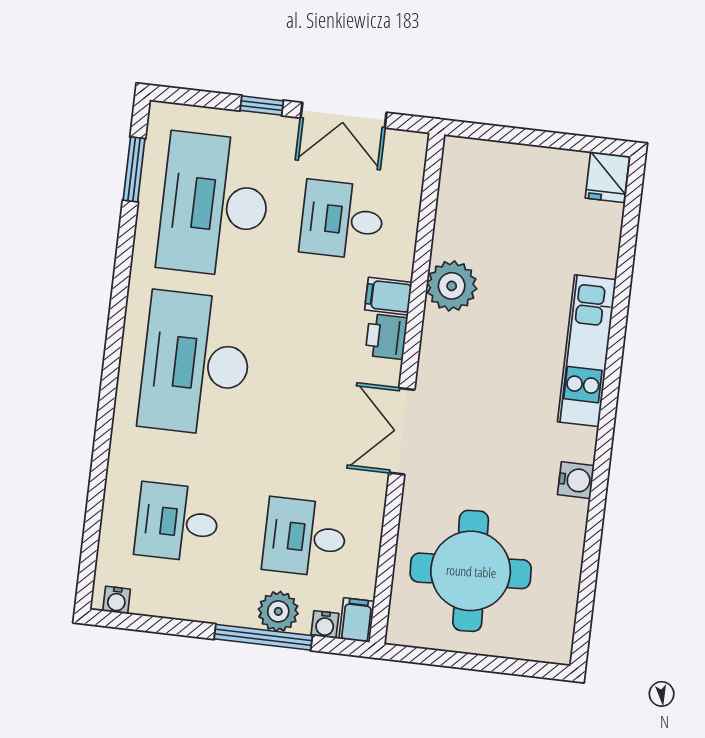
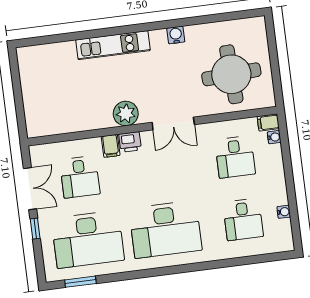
fridge: (607, 177) -> (28, 56), removed
plant: (452, 286) -> (126, 114), moved
water cooler: (117, 600) -> (284, 212), moved
plant: (278, 611) -> (273, 161), removed
window: (263, 637) -> (287, 165), removed

